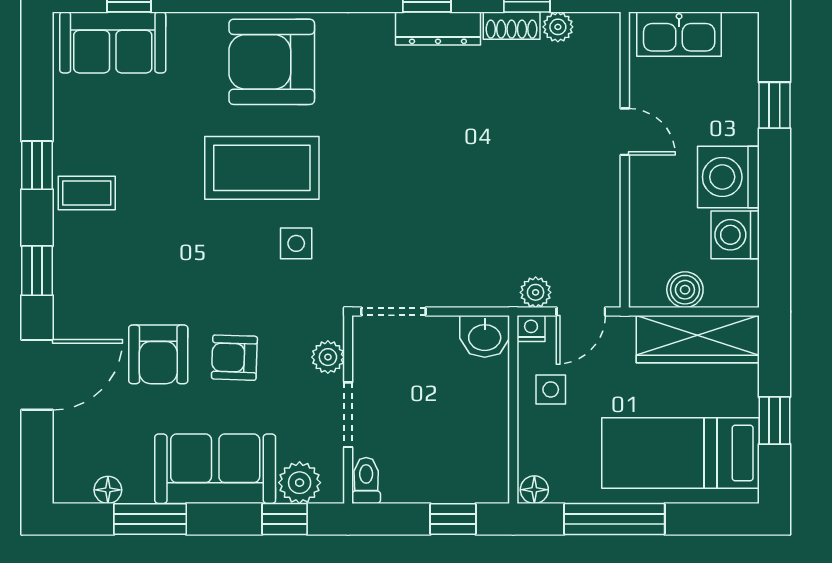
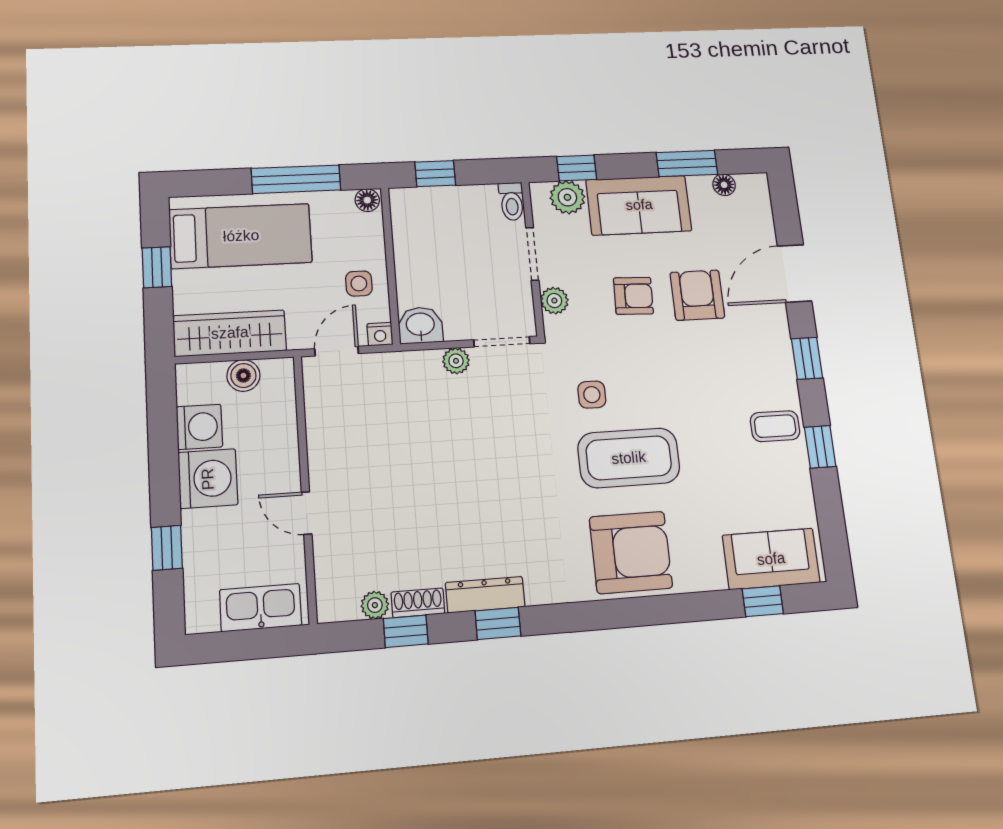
plant: (536, 292) -> (456, 361), moved

